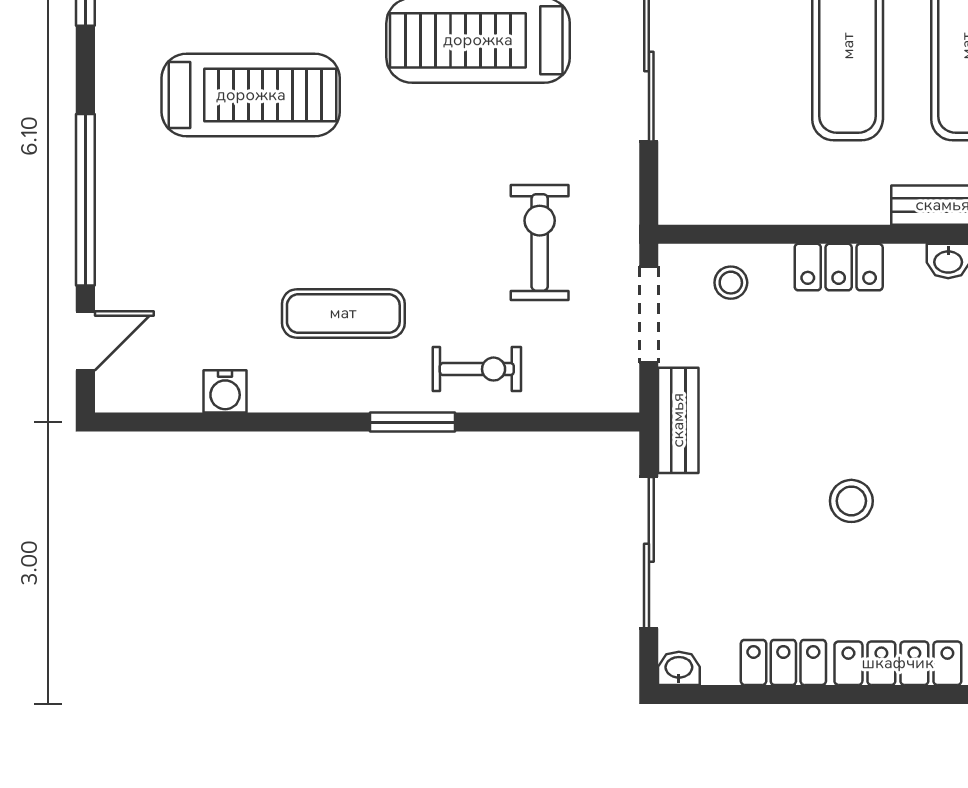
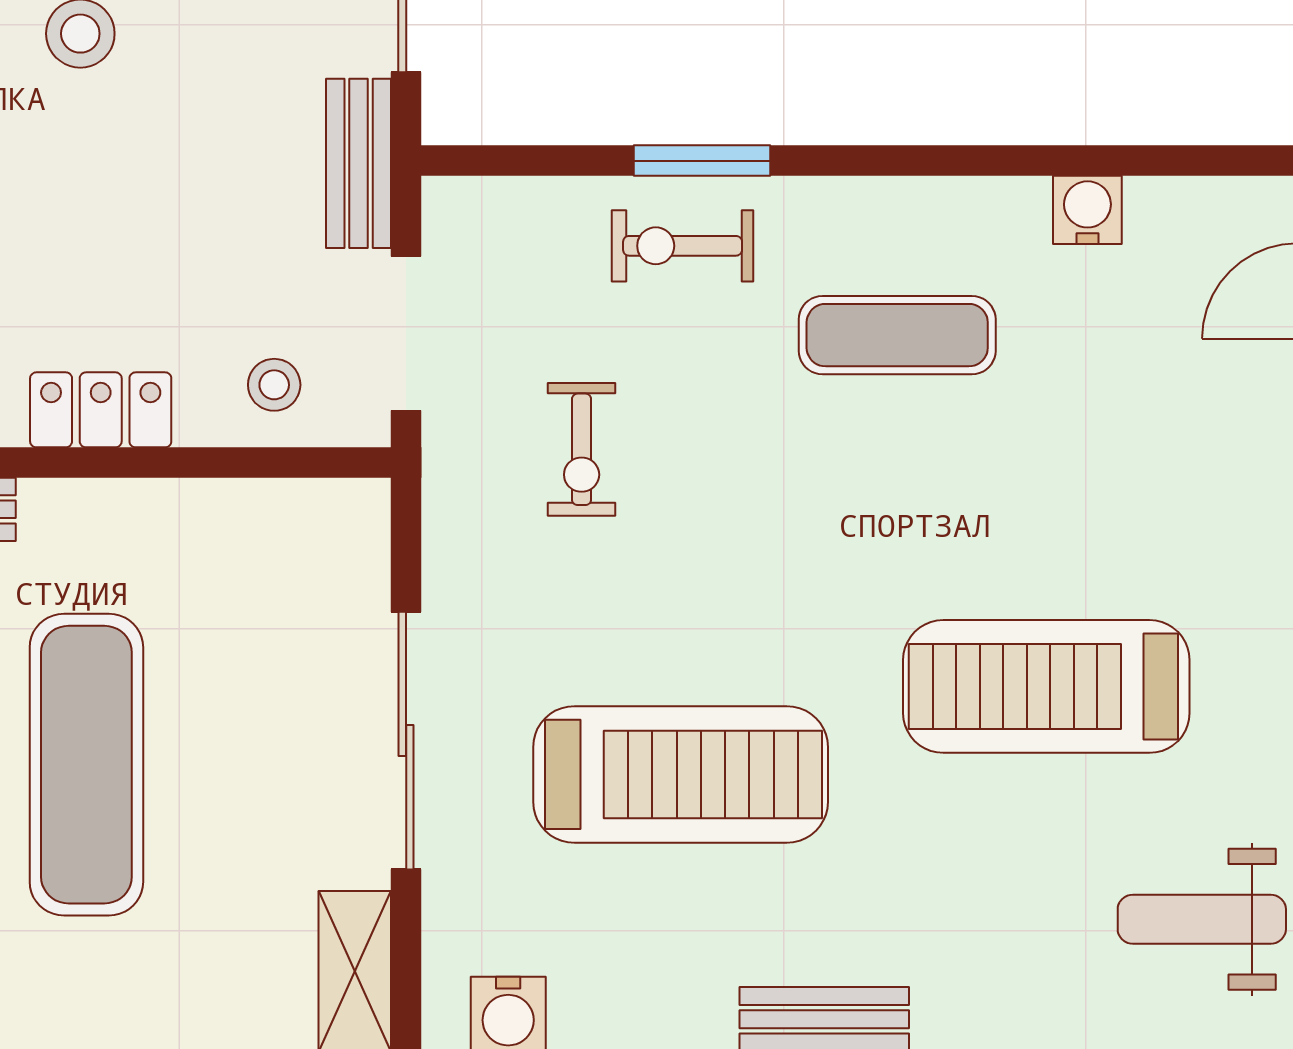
exercise bike: (540, 242) -> (582, 449), width x0.73, depth x0.72
window: (412, 422) -> (702, 161), moved

